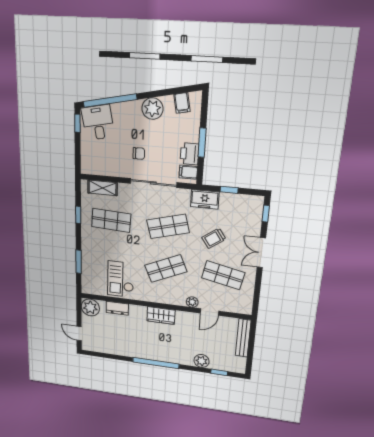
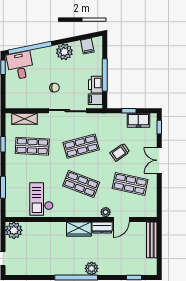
window: (202, 143) -> (105, 75), width x1.44
freezer: (205, 199) -> (138, 120), moved
shop shelf: (166, 269) -> (81, 184), turned 45
dresser: (117, 308) -> (102, 228), moved
plant: (202, 361) -> (92, 268), moved

